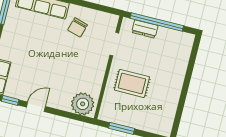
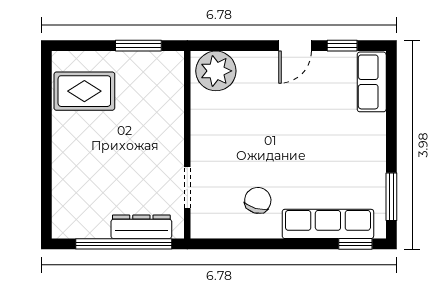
dresser: (145, 29) -> (141, 227), width x1.44
rug: (132, 83) -> (84, 91), moved

